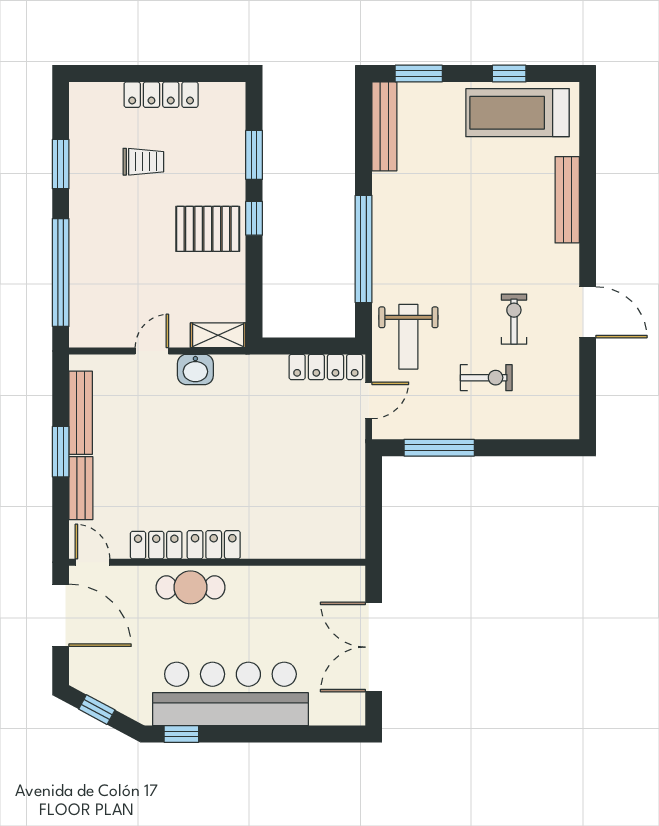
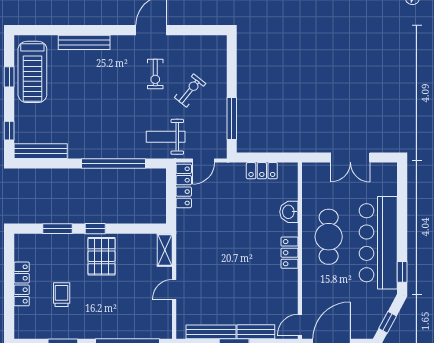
window: (419, 74) -> (9, 131), width x0.67
exercise bike: (514, 319) -> (155, 74), turned -90
weight bench: (408, 337) -> (166, 137), turned 180
door: (152, 351) -> (174, 289), hinge flipped
washbasin: (195, 369) -> (289, 212), moved, turned 180
exercise bike: (486, 378) -> (190, 90), turned 39
door: (369, 400) -> (204, 160), swing flipped
locker: (156, 545) -> (262, 171), moved, turned -90
cafe table: (190, 587) -> (329, 237), moved, width x1.37, depth x1.35
double door: (374, 647) -> (350, 158), width x0.73

